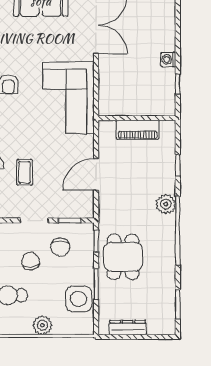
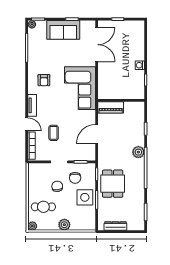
piano: (138, 130) -> (111, 107), moved
side table: (79, 299) -> (85, 197), moved

